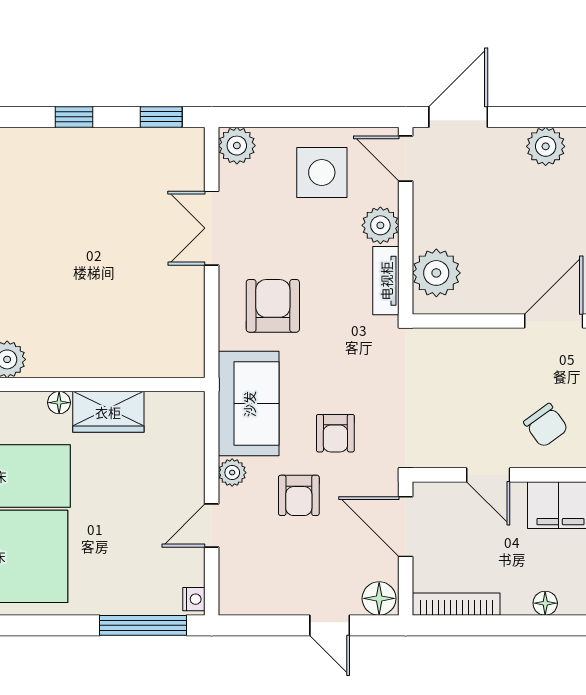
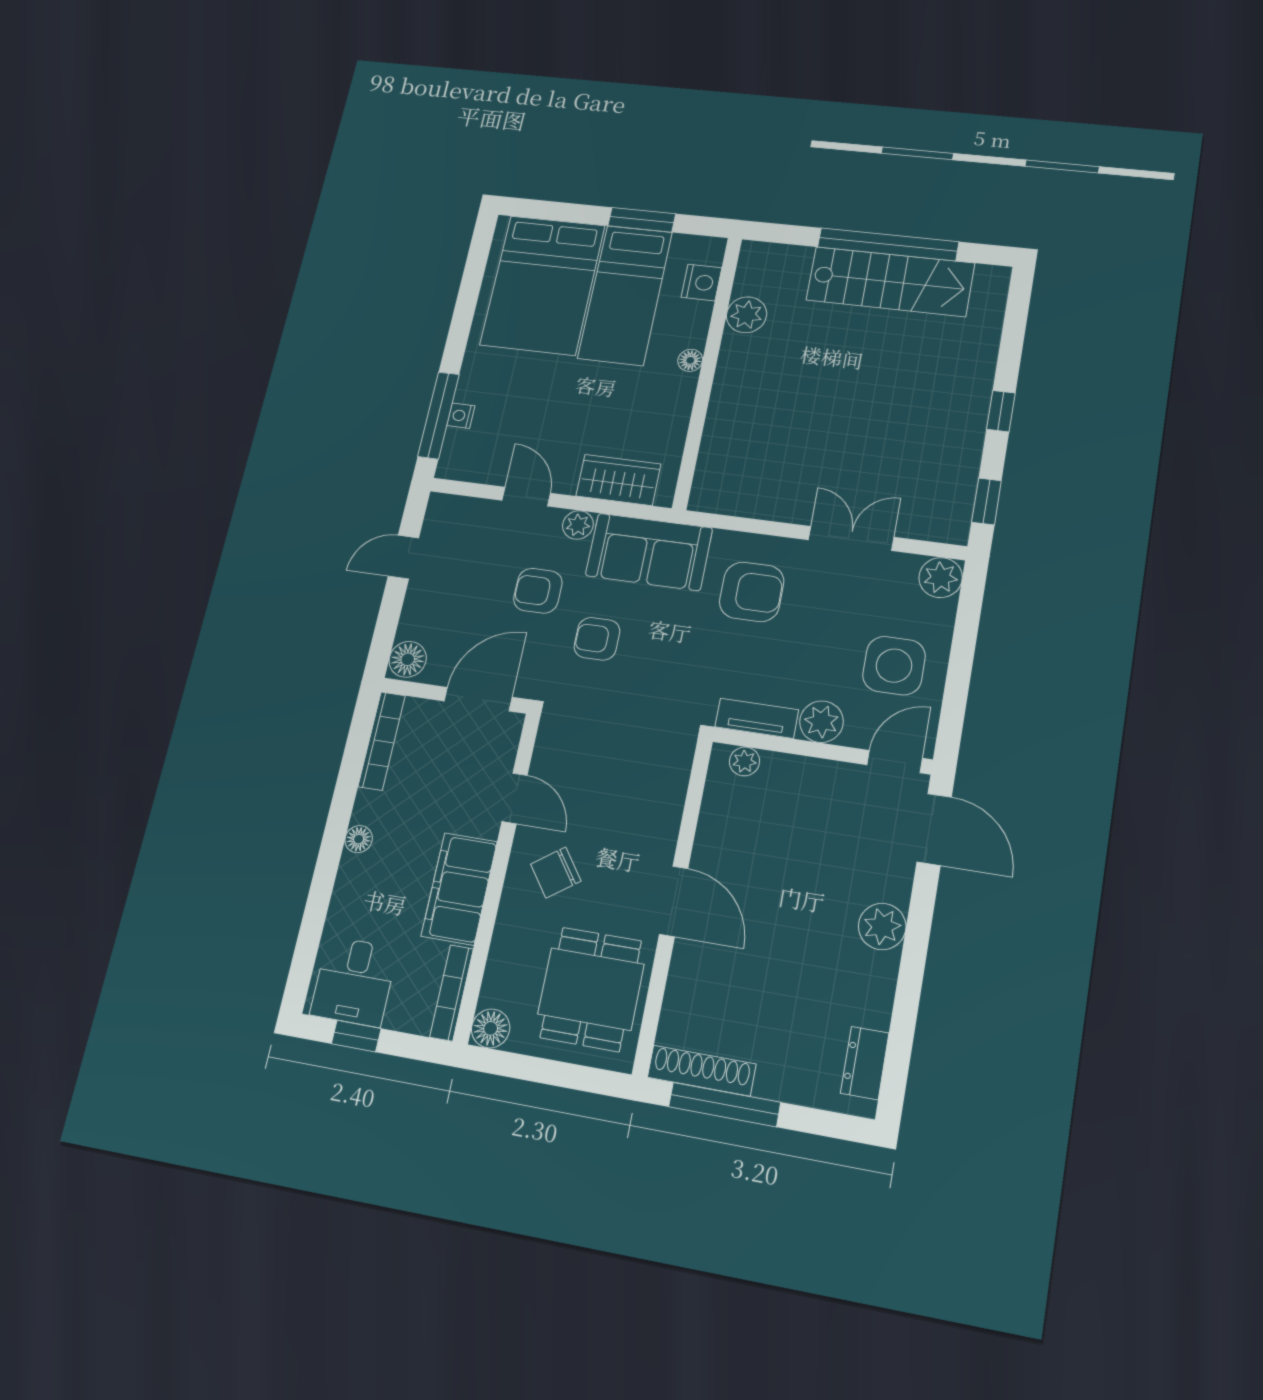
plant: (436, 273) -> (745, 761), width x0.53, depth x0.53
wardrobe: (108, 412) -> (618, 480), moved, turned 90
door: (488, 475) -> (515, 798), swing flipped
nightstand: (194, 599) -> (461, 416), moved, turned 90
door: (330, 625) -> (403, 557), moved

